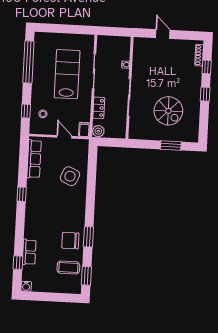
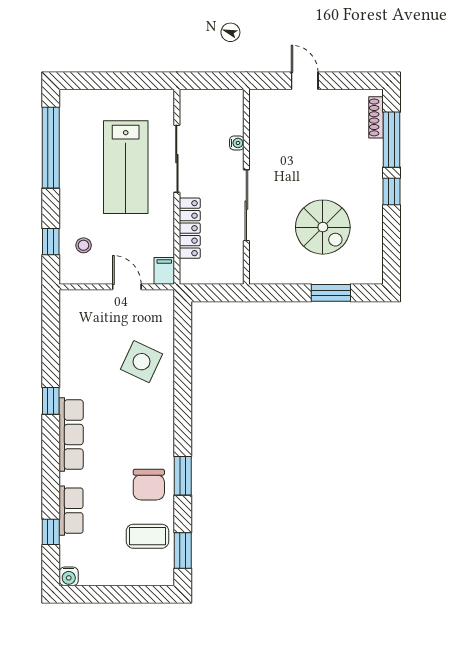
window: (207, 67) -> (391, 140), width x2.17
lab bench: (67, 74) -> (126, 167), turned 180
locker: (99, 108) -> (190, 228), width x1.53
plant: (98, 131) -> (191, 273), removed
row of seats: (34, 159) -> (71, 435), moved
chair: (70, 241) -> (149, 485), turned -90

